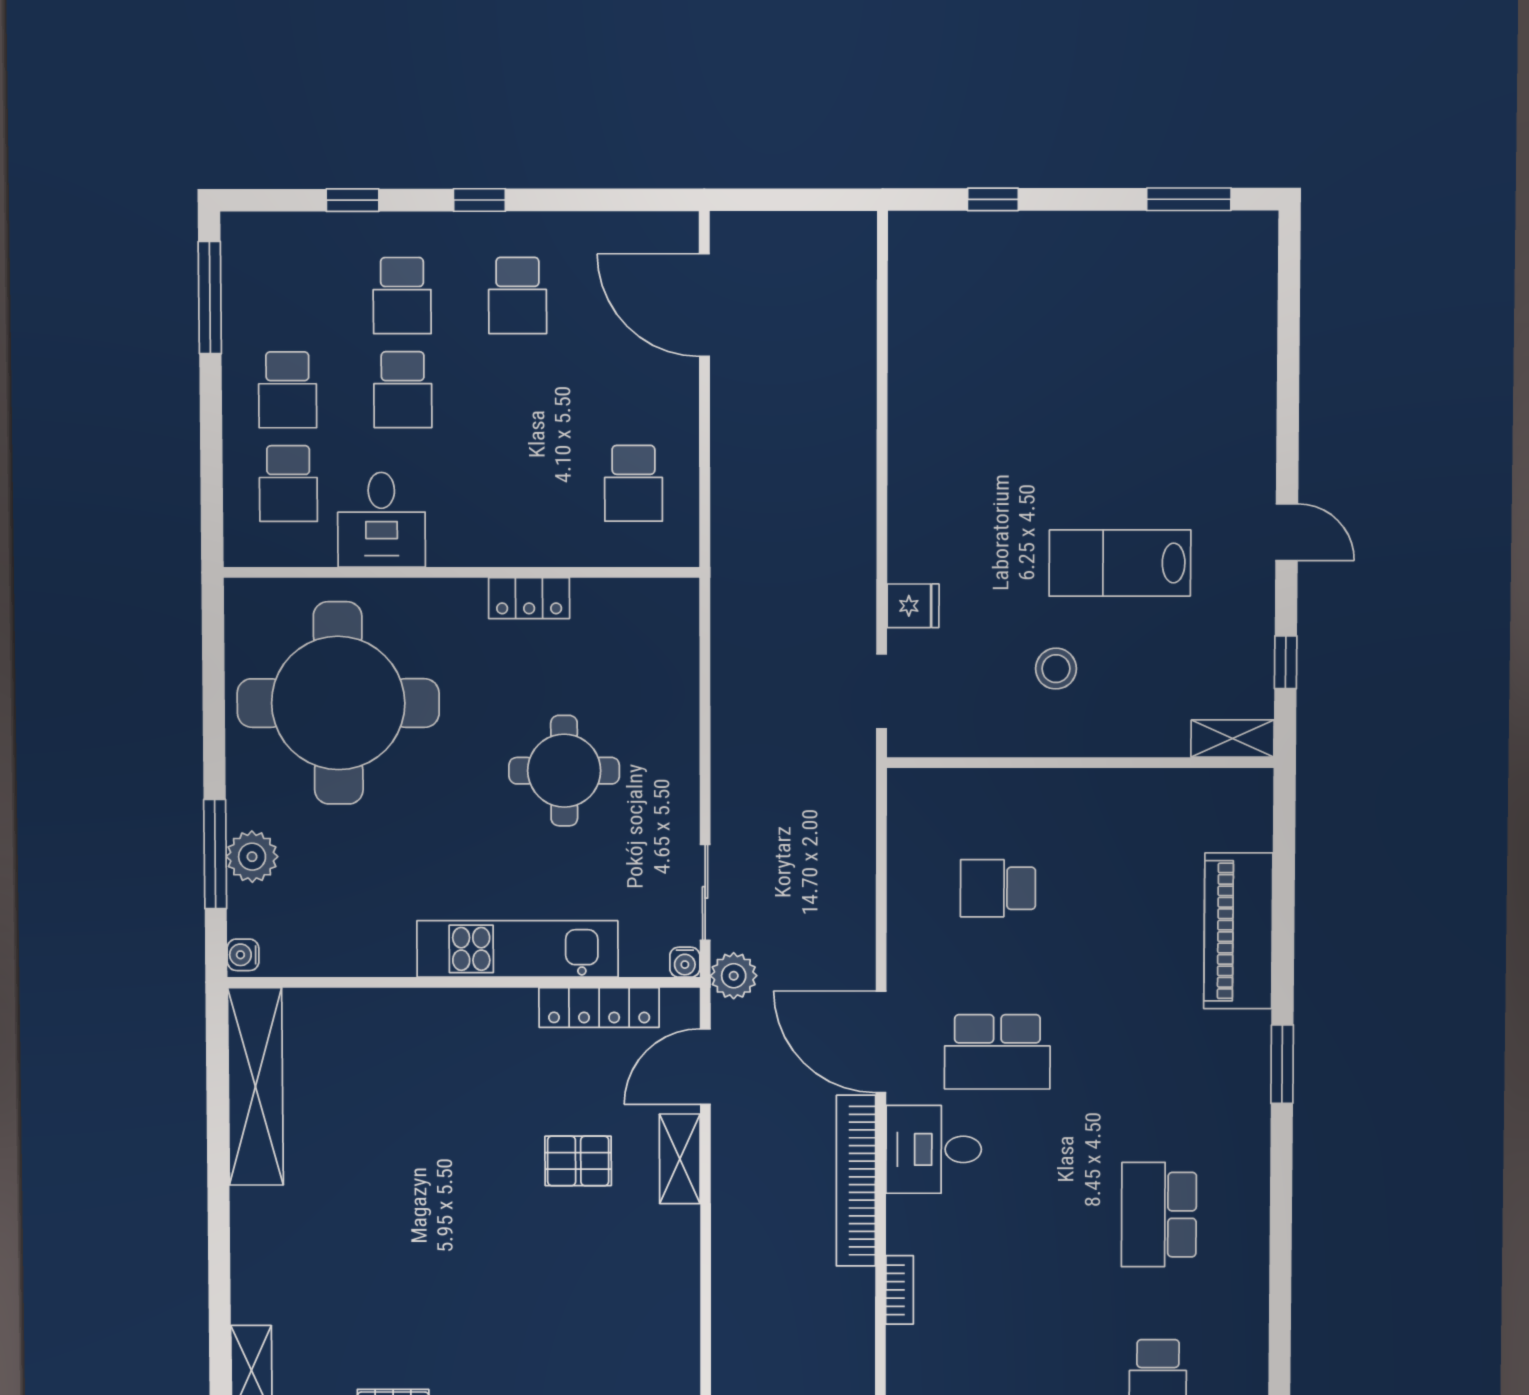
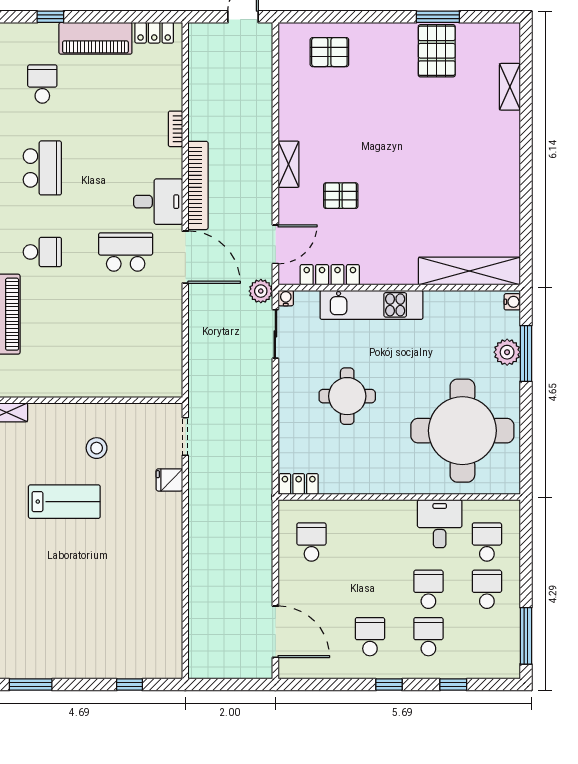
locker: (529, 598) -> (299, 484), moved
school desk: (998, 888) -> (42, 252), moved
shelving: (255, 1086) -> (469, 271), moved, turned 90
shelving: (680, 1159) -> (288, 164), moved

